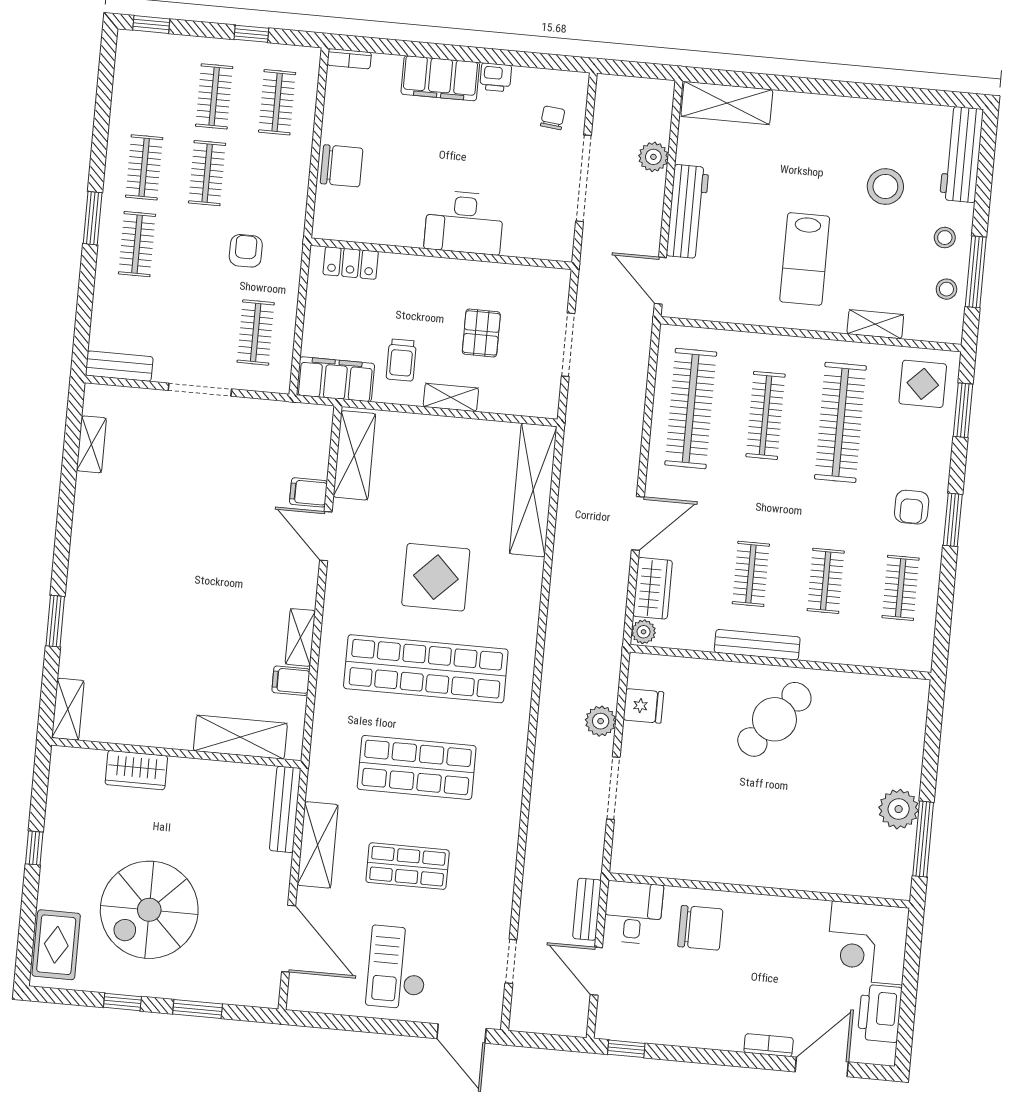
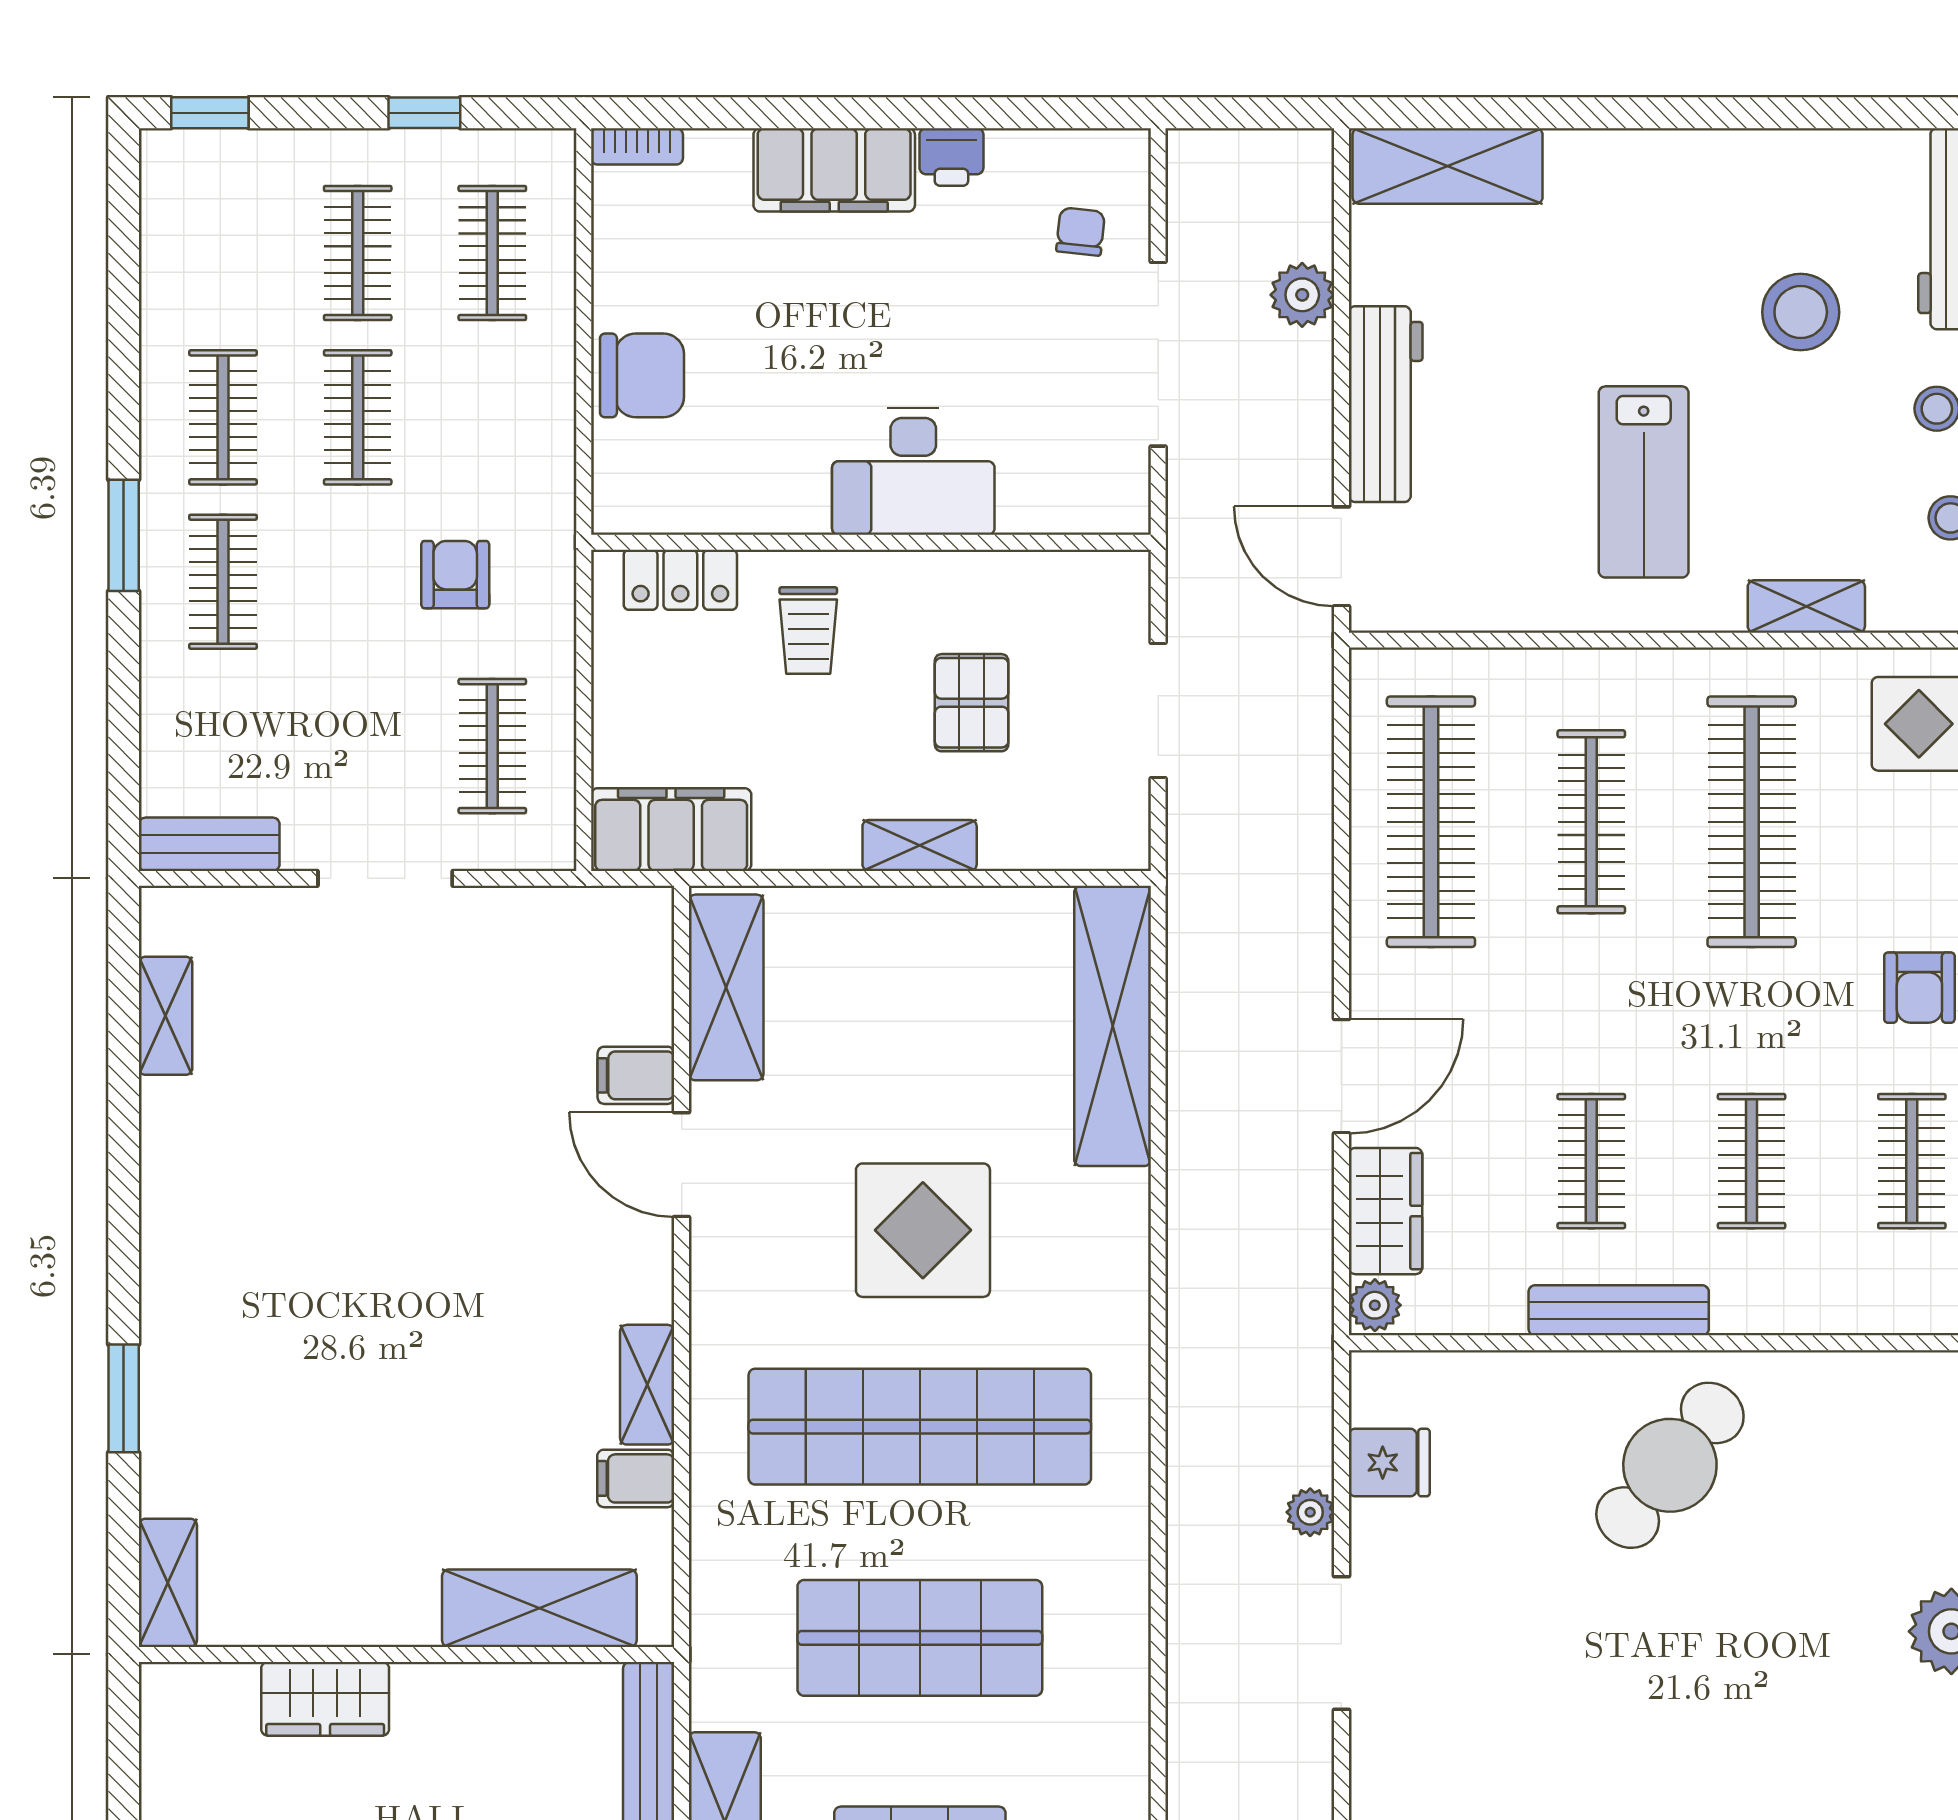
trolley: (401, 360) -> (808, 631), moved
plant: (601, 721) -> (1310, 1512), width x0.73, depth x0.73

